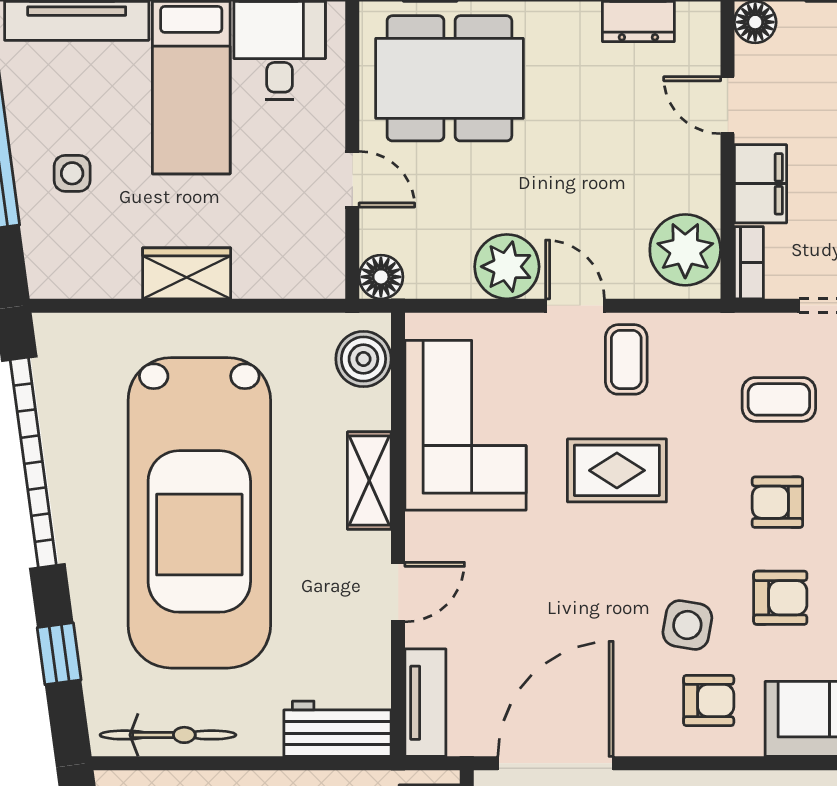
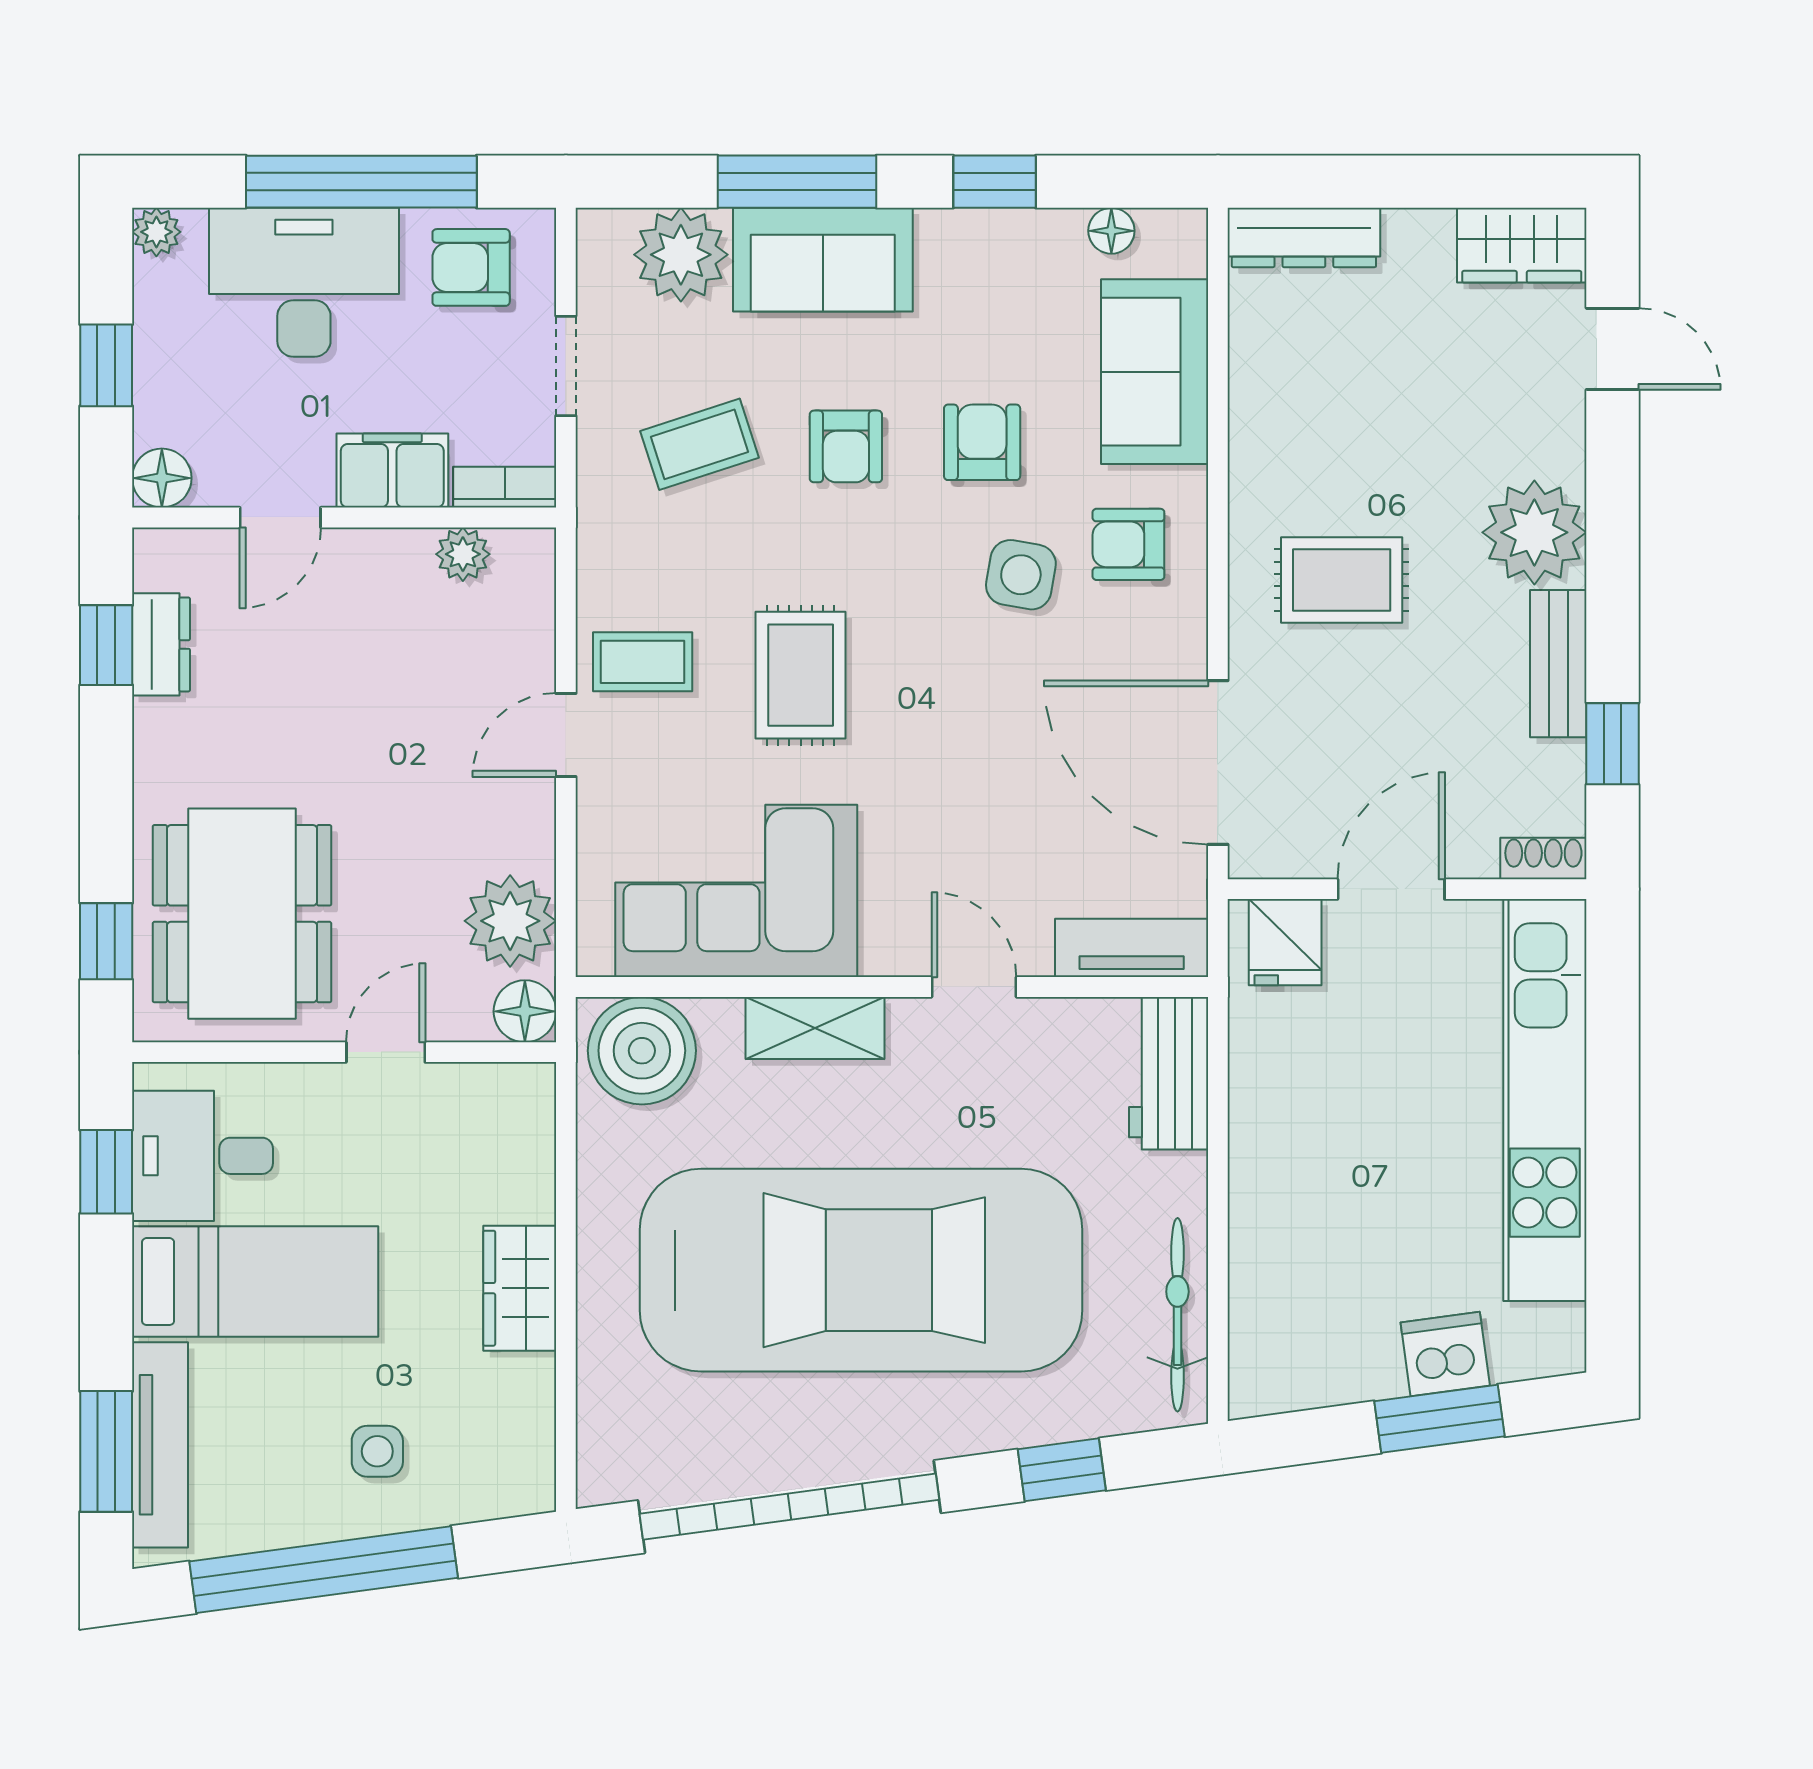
plant: (685, 250) -> (463, 554), width x0.53, depth x0.53
plant: (507, 267) -> (510, 921), moved
boiler: (363, 359) -> (642, 1051), width x1.37, depth x1.37
coffee table: (779, 399) -> (699, 444), turned 72
armchair: (709, 700) -> (1128, 544), turned -90

